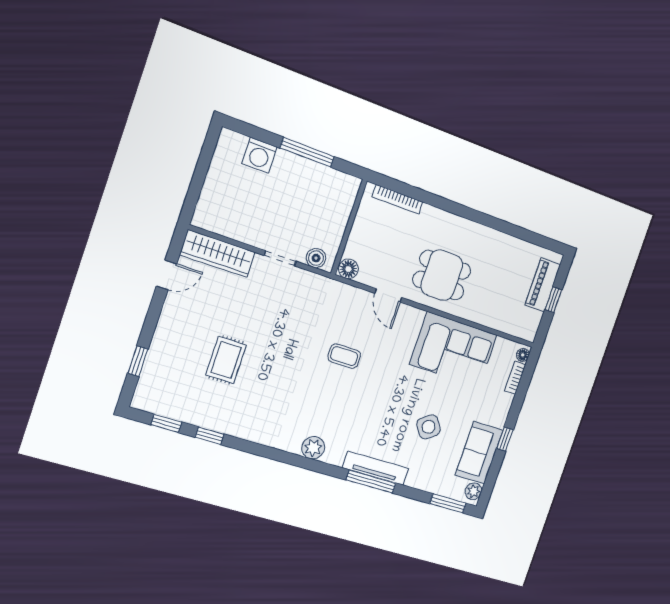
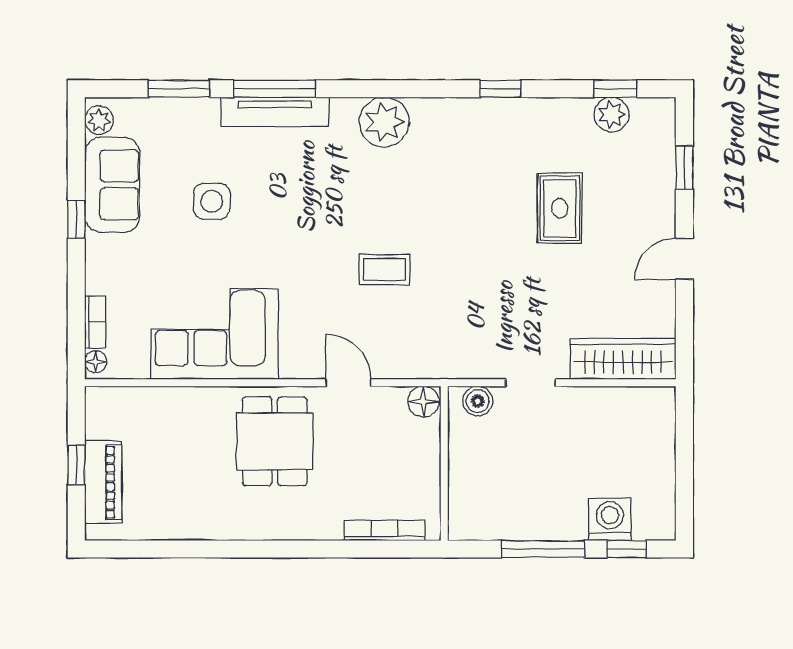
window: (255, 133) -> (627, 549), added
door: (167, 275) -> (684, 259), moved
dining table: (442, 275) -> (275, 441), turned 90
plant: (174, 408) -> (612, 115), added
side table: (429, 427) -> (212, 201), turned 35
window: (210, 436) -> (500, 89), moved
plant: (313, 448) -> (384, 122), width x1.36, depth x1.36
window: (448, 503) -> (179, 89), moved

